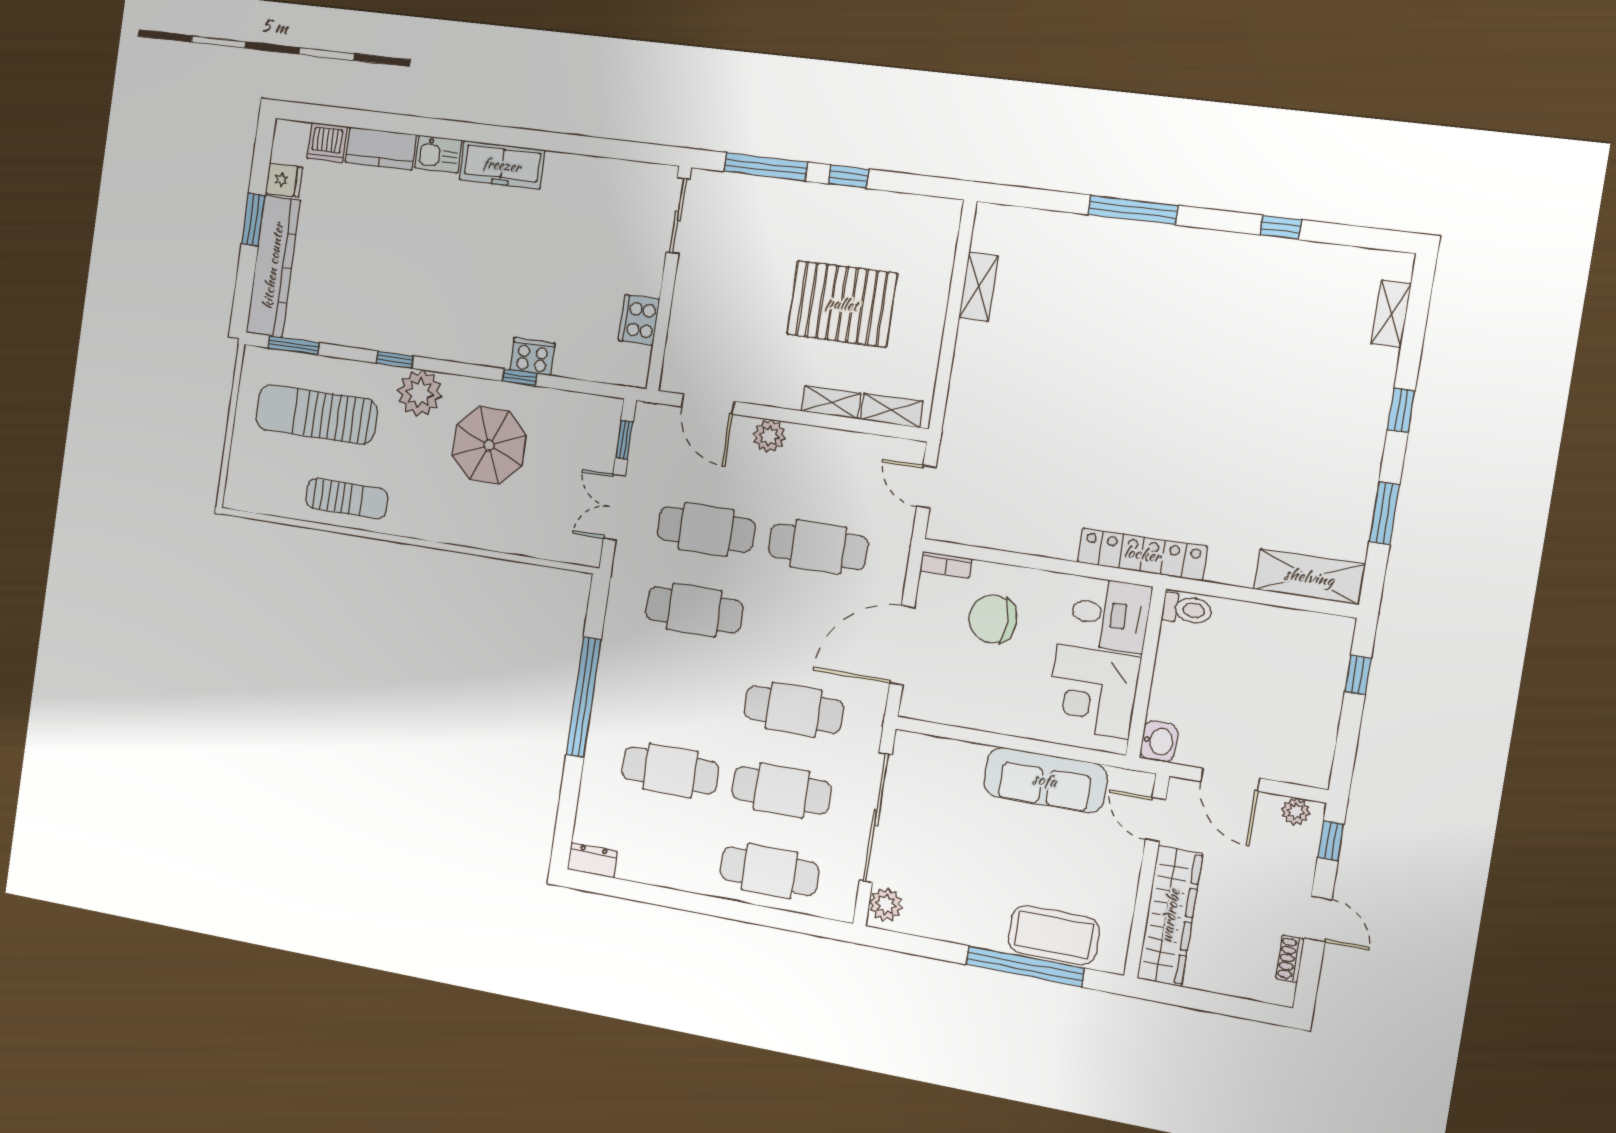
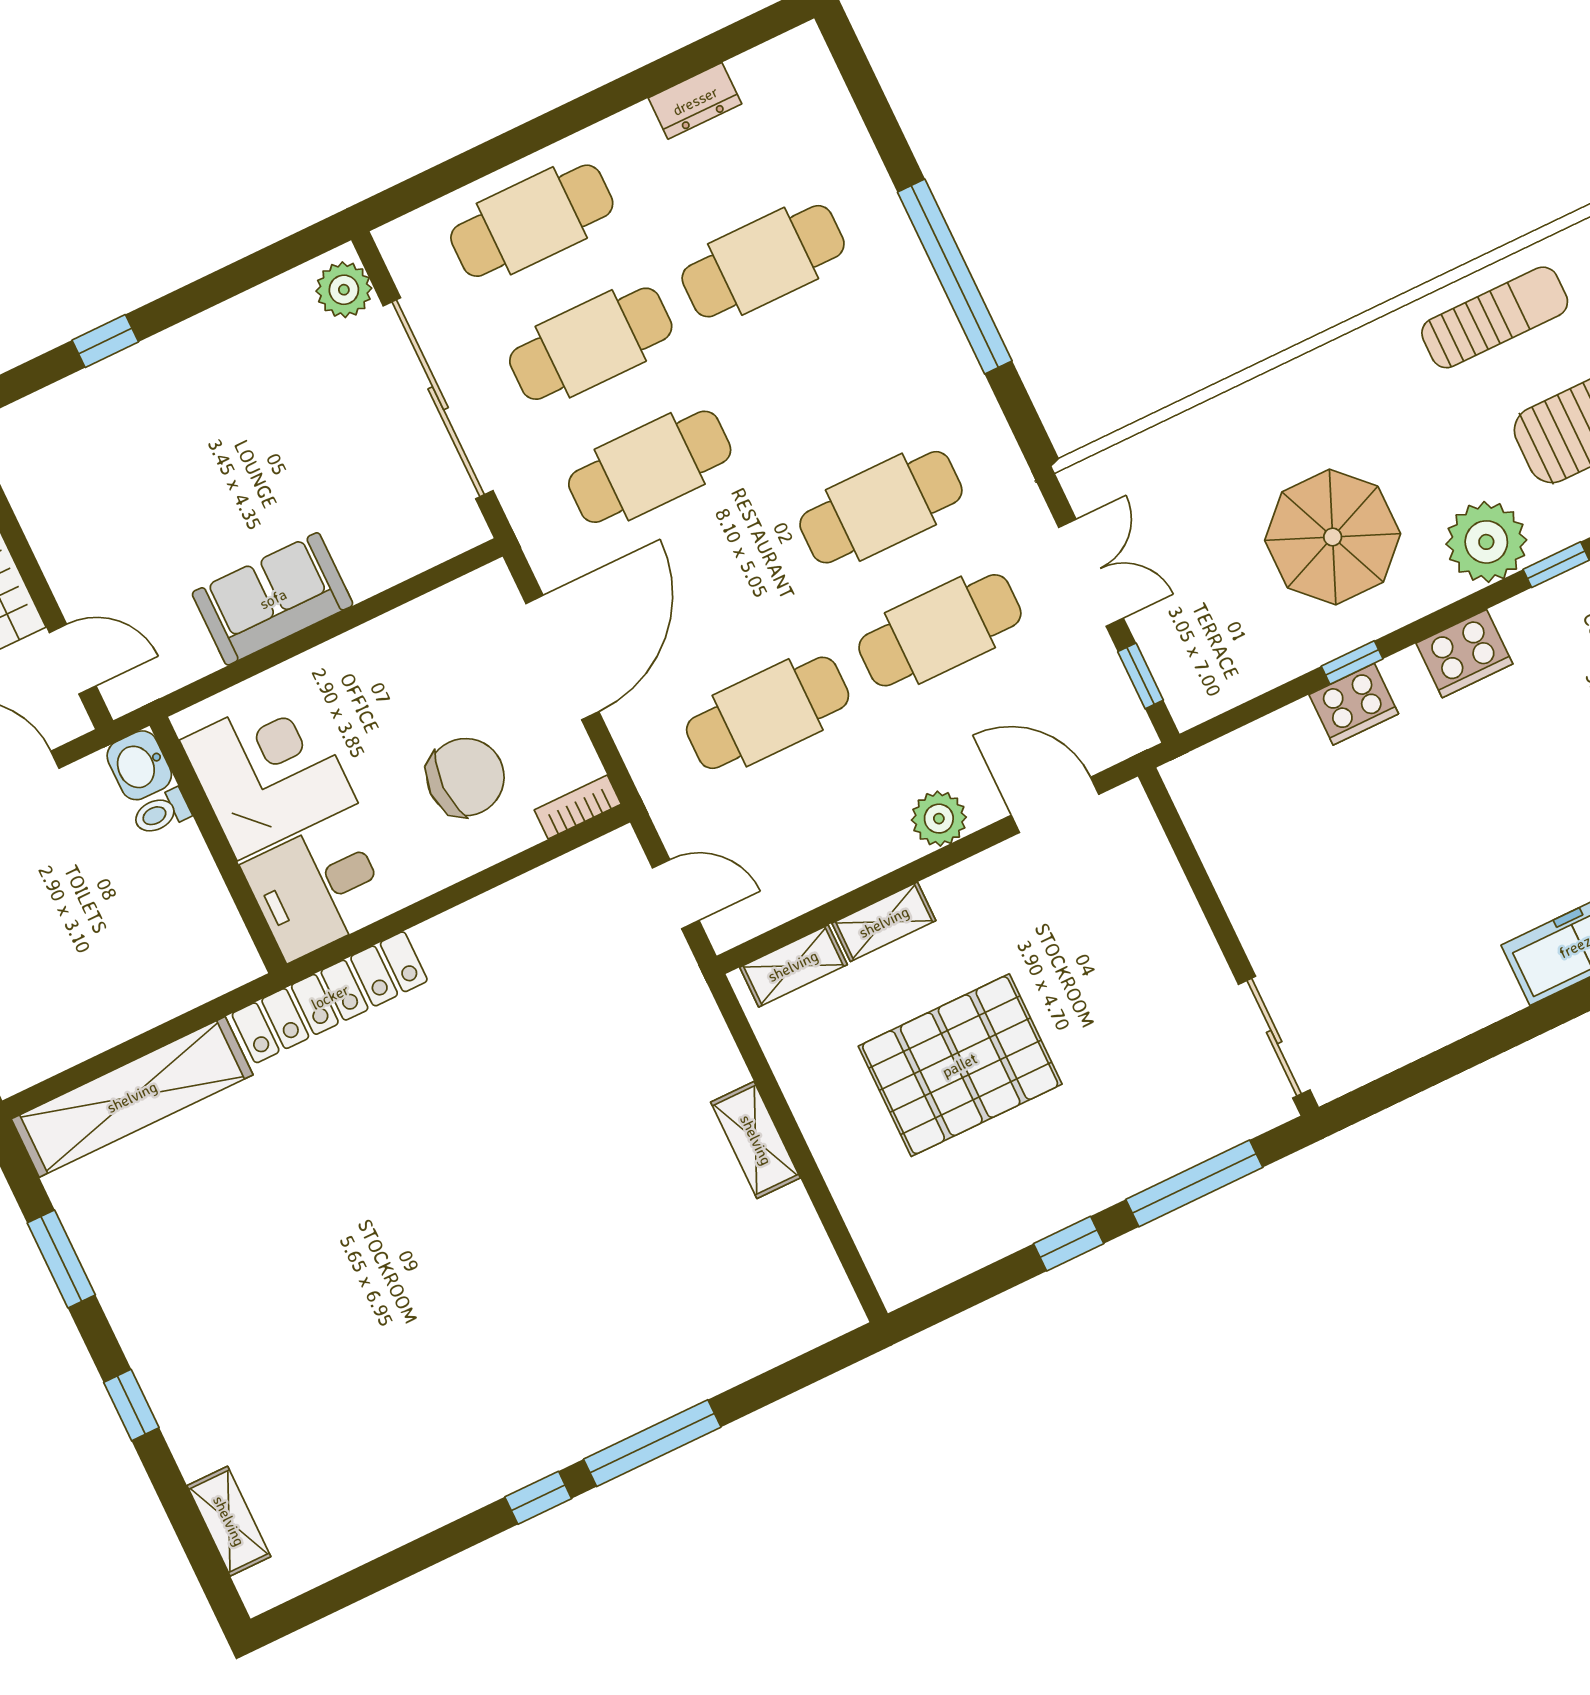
window: (1281, 227) -> (538, 1498), moved
shelving: (979, 287) -> (756, 1140), moved
cooker: (639, 320) -> (1464, 654), moved, turned 90
sun lounger: (347, 499) -> (1495, 317), turned 180
shelving: (1309, 577) -> (132, 1097), width x1.47
toilet: (1187, 609) -> (161, 812), moved, width x0.73, depth x0.72
sofa: (1045, 780) -> (273, 599), width x0.73
dresser: (592, 860) -> (695, 101), moved
coffee table: (1054, 935) -> (97, 410), removed
window: (1025, 966) -> (105, 341), width x0.32

